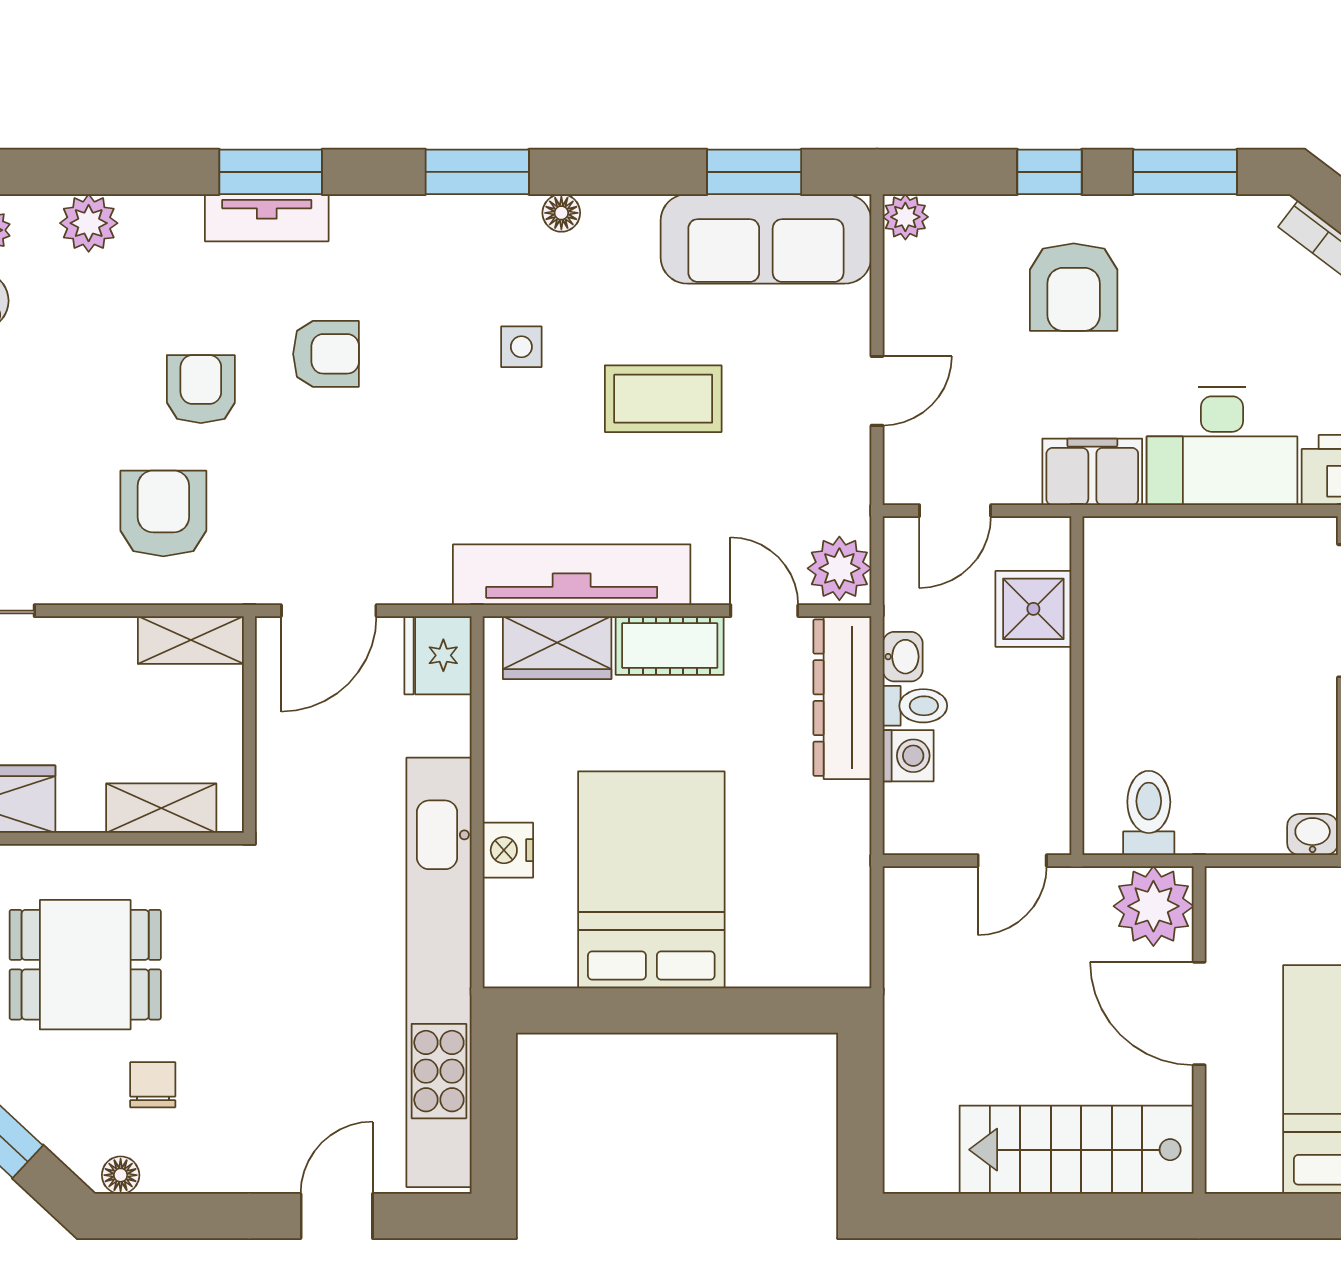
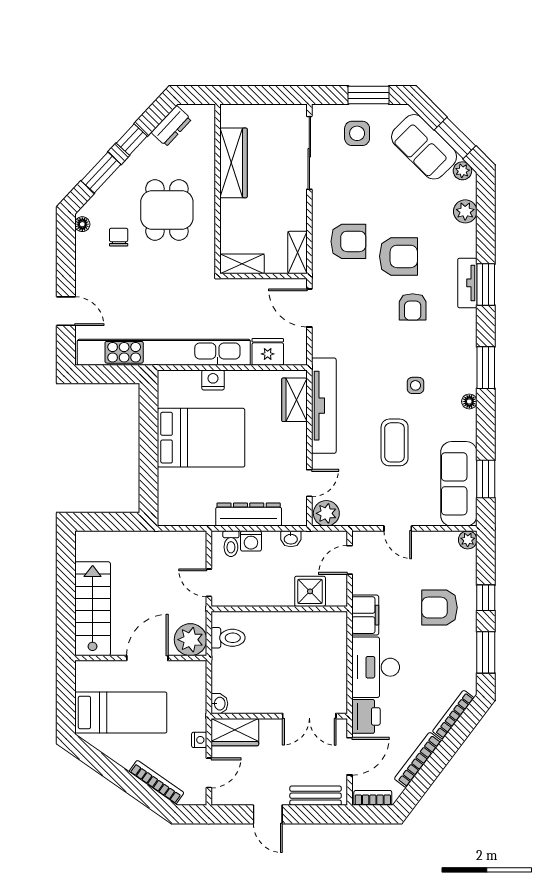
armchair: (201, 389) -> (398, 256), width x1.38, depth x1.38
door: (955, 511) -> (350, 560), hinge flipped
cot: (670, 646) -> (295, 445), removed
fridge: (438, 655) -> (268, 352), moved
dresser: (842, 698) -> (249, 515), moved
toilet: (915, 706) -> (231, 544), moved
shelving: (161, 808) -> (242, 264), moved, turned 90
chair: (153, 1085) -> (119, 237), turned -90

